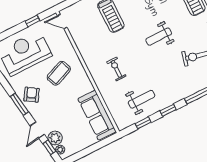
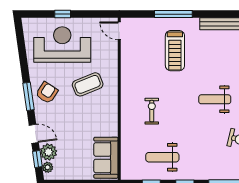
window: (33, 21) -> (63, 14), moved
weight bench: (142, 99) -> (162, 157), turned 180
sofa: (97, 115) -> (106, 158), width x0.73
door: (37, 130) -> (34, 134), swing flipped

